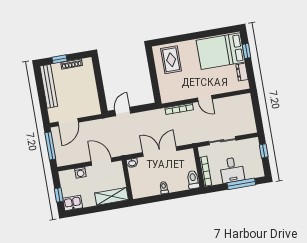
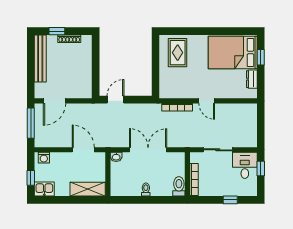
desk: (232, 170) -> (245, 165), moved, turned 180
washing machine: (80, 173) -> (44, 158), moved
window: (241, 184) -> (230, 200), width x0.46

